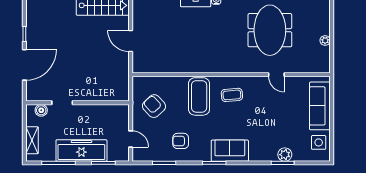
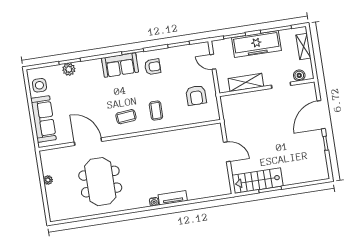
door: (276, 75) -> (88, 142), width x1.88
coffee table: (199, 96) -> (156, 111), width x0.54, depth x0.58
armchair: (154, 106) -> (196, 95), turned 43
shelving: (99, 112) -> (246, 82), added
armchair: (181, 141) -> (153, 67), moved

